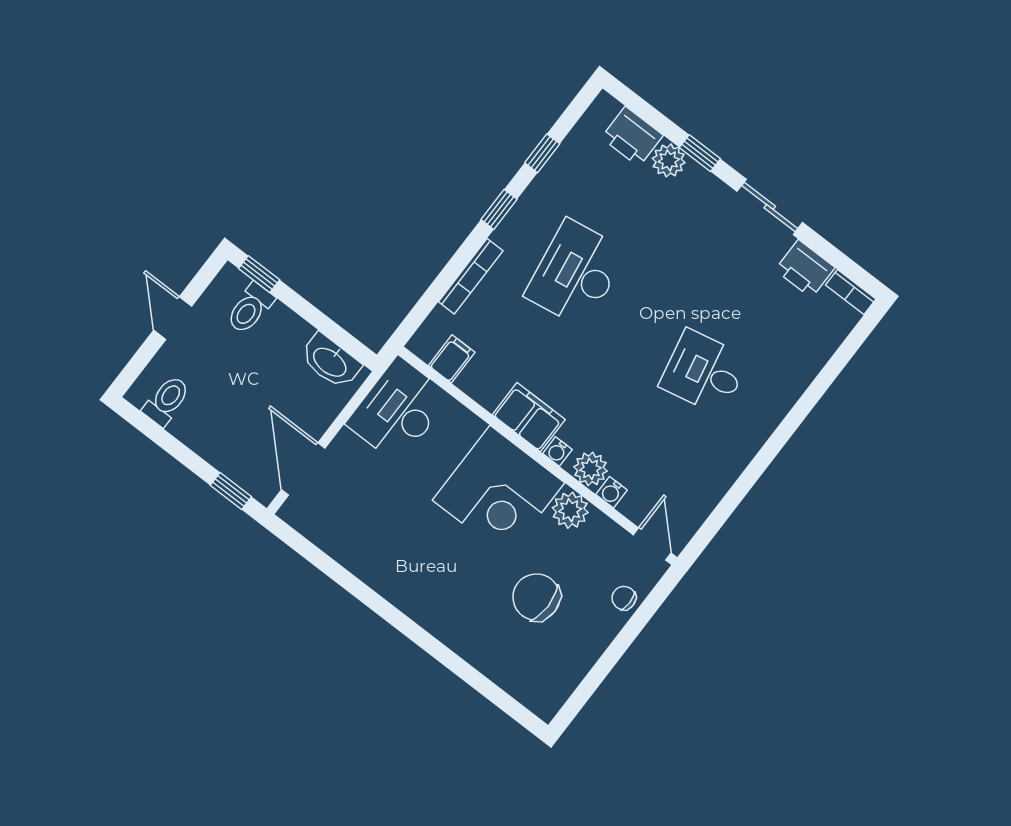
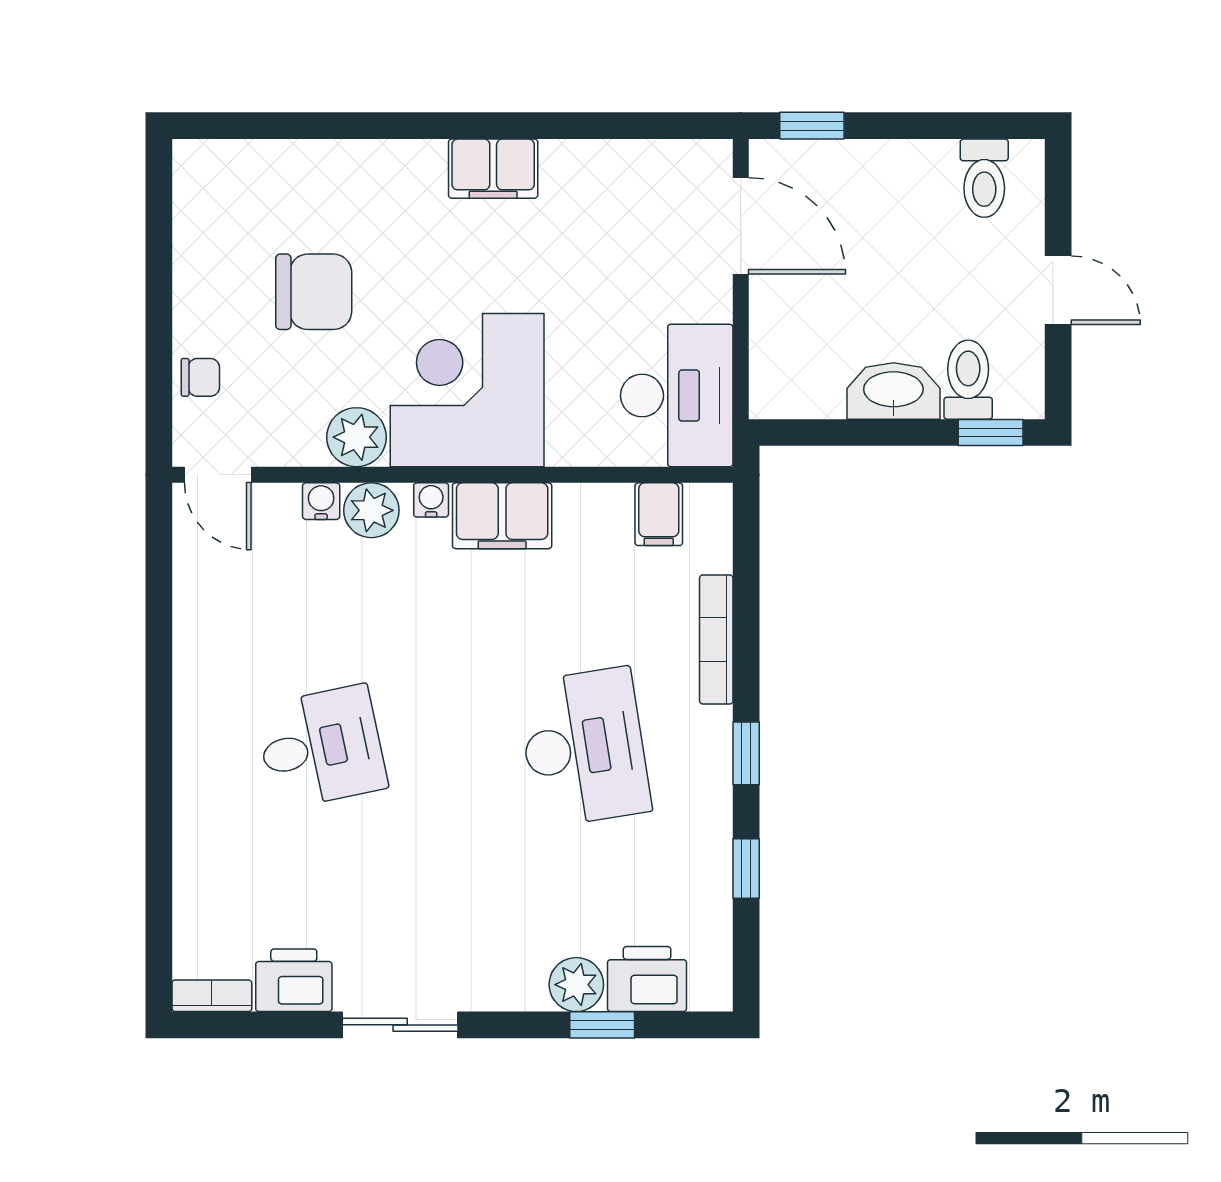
window: (700, 153) -> (602, 1025), moved
washbasin: (330, 361) -> (893, 391), moved
filing cabinet: (403, 590) -> (493, 169), added

